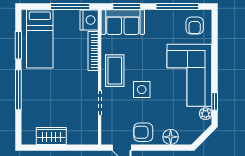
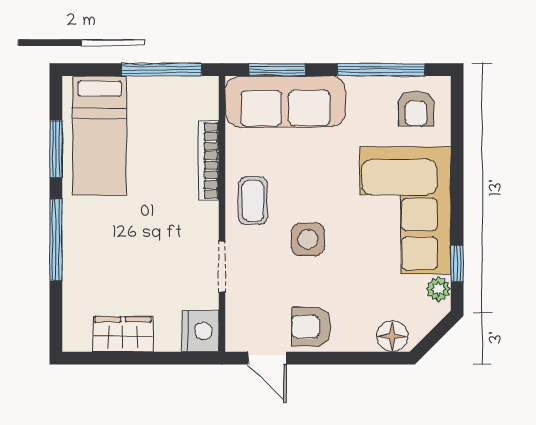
nightstand: (89, 20) -> (200, 331), moved
sofa: (123, 22) -> (285, 101), width x1.36
coffee table: (115, 71) -> (253, 201), width x0.73, depth x0.77
floor lamp: (171, 137) -> (392, 336), moved

